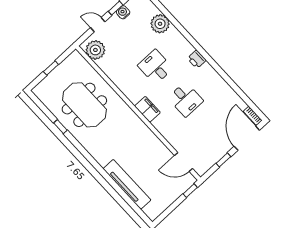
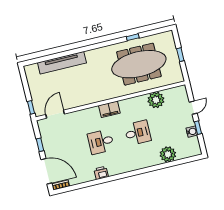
plant: (95, 50) -> (156, 100), moved
printer: (197, 59) -> (101, 173), moved
meeting table: (84, 105) -> (139, 64), width x1.36

